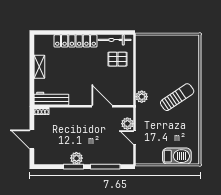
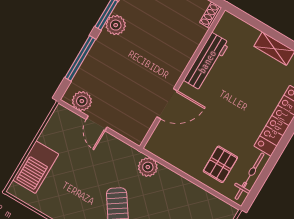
workbench: (51, 99) -> (207, 62), moved
plant: (127, 124) -> (82, 101), moved
door: (135, 138) -> (97, 123), swing flipped

